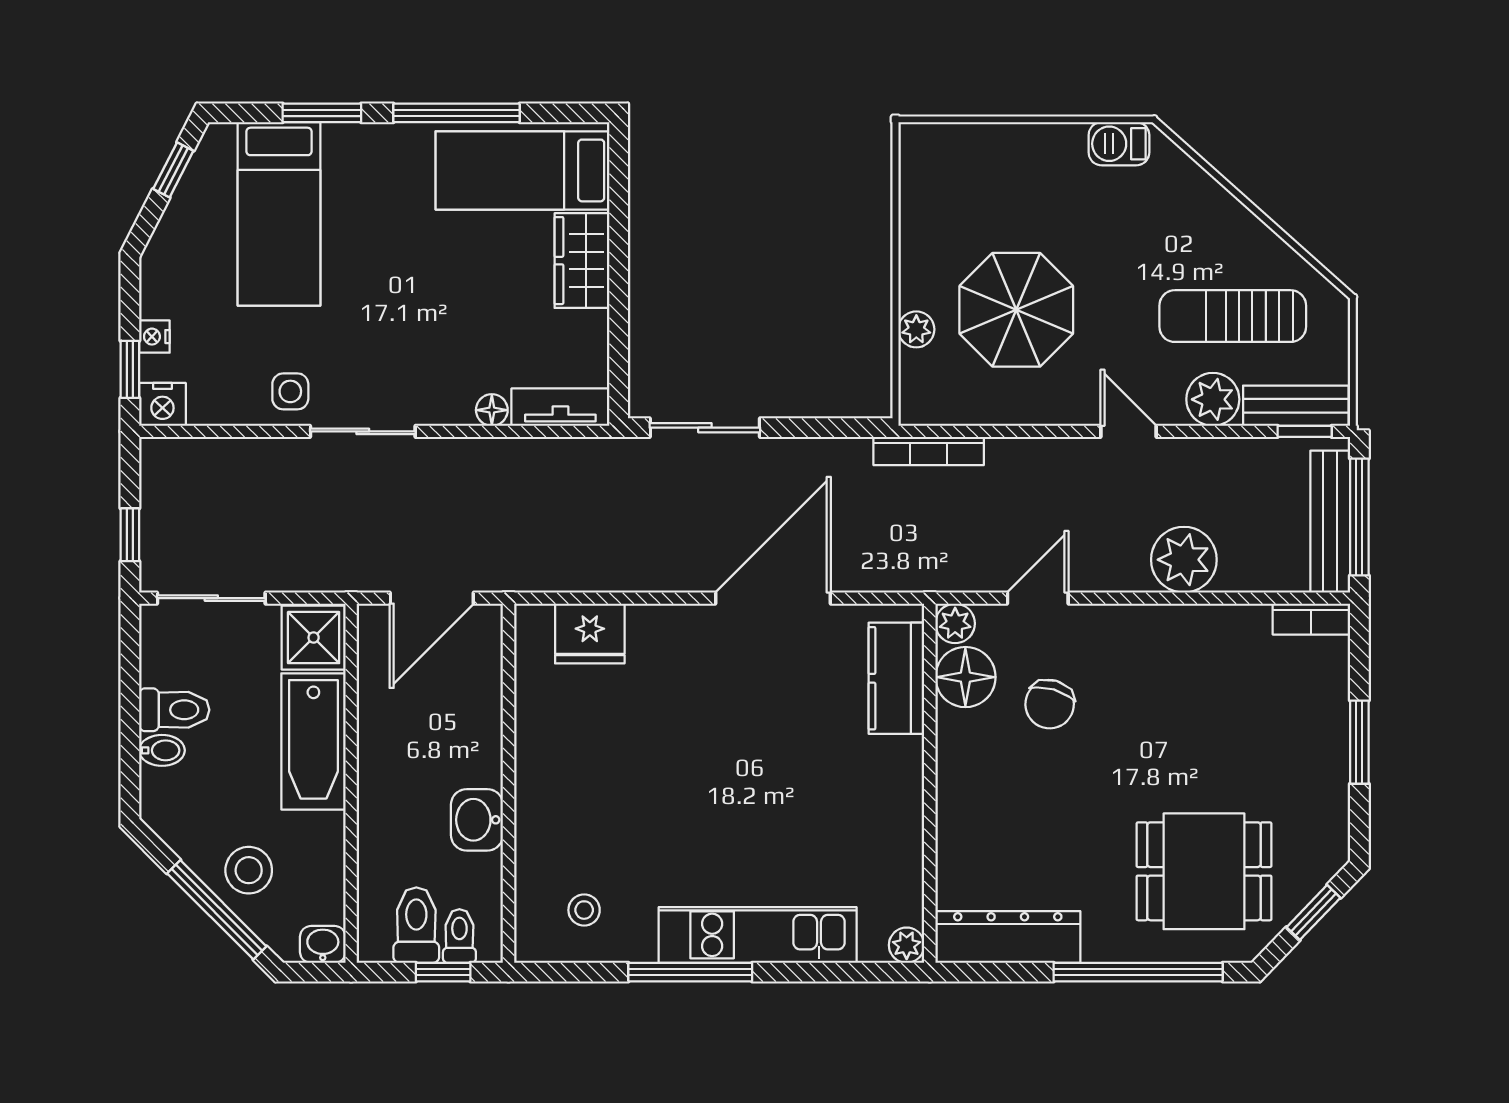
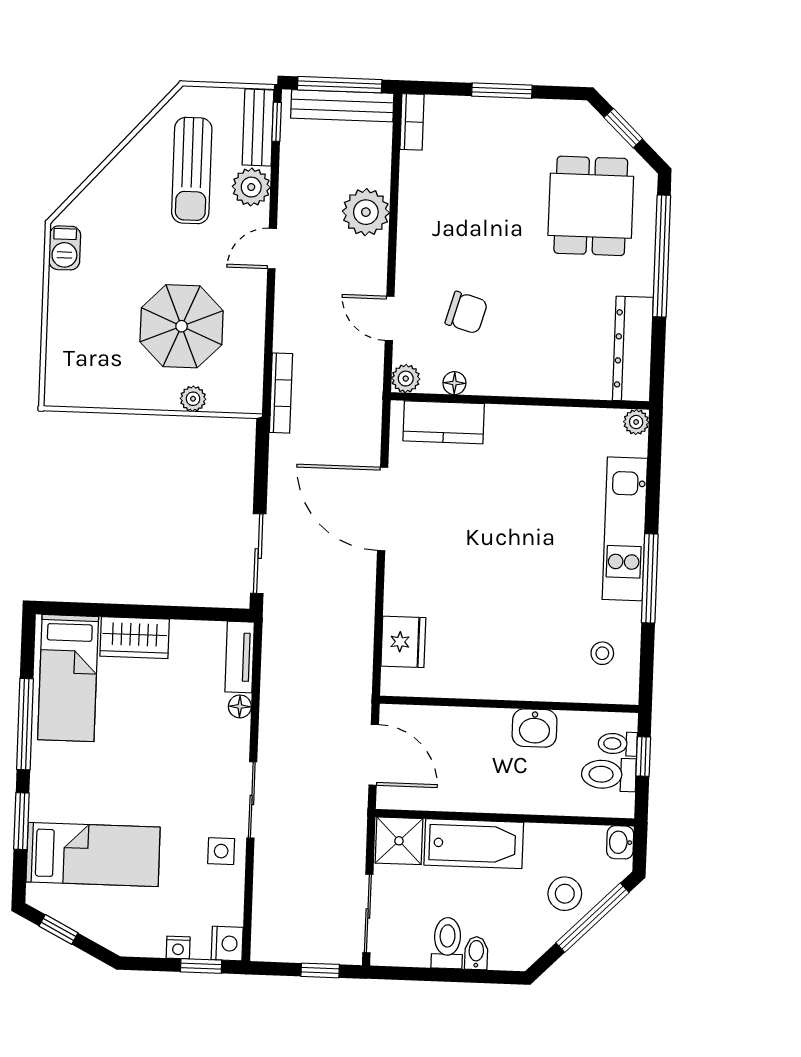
floor lamp: (965, 677) -> (454, 383), width x0.53, depth x0.53

